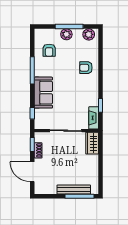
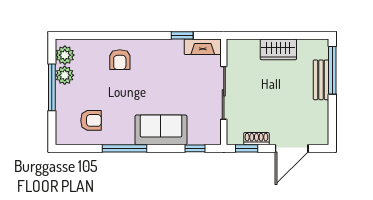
plant: (66, 34) -> (65, 75), moved
wardrobe: (92, 143) -> (278, 49), moved
bench: (74, 190) -> (321, 80), width x0.73

